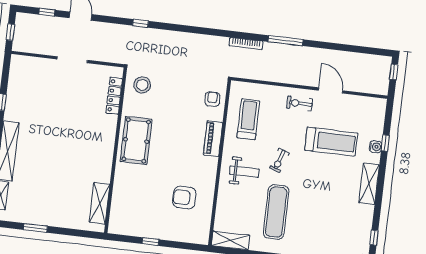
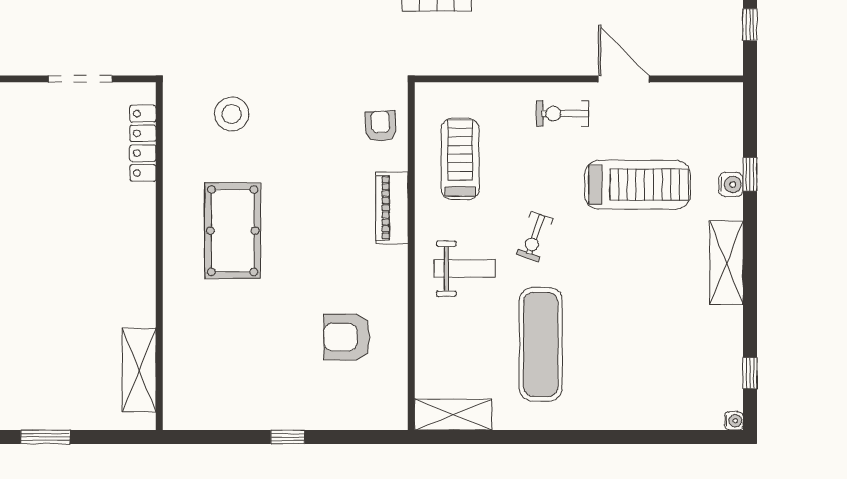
locker: (114, 96) -> (143, 143), moved
wall: (116, 150) -> (159, 256), moved
shelving: (100, 203) -> (139, 370), moved

